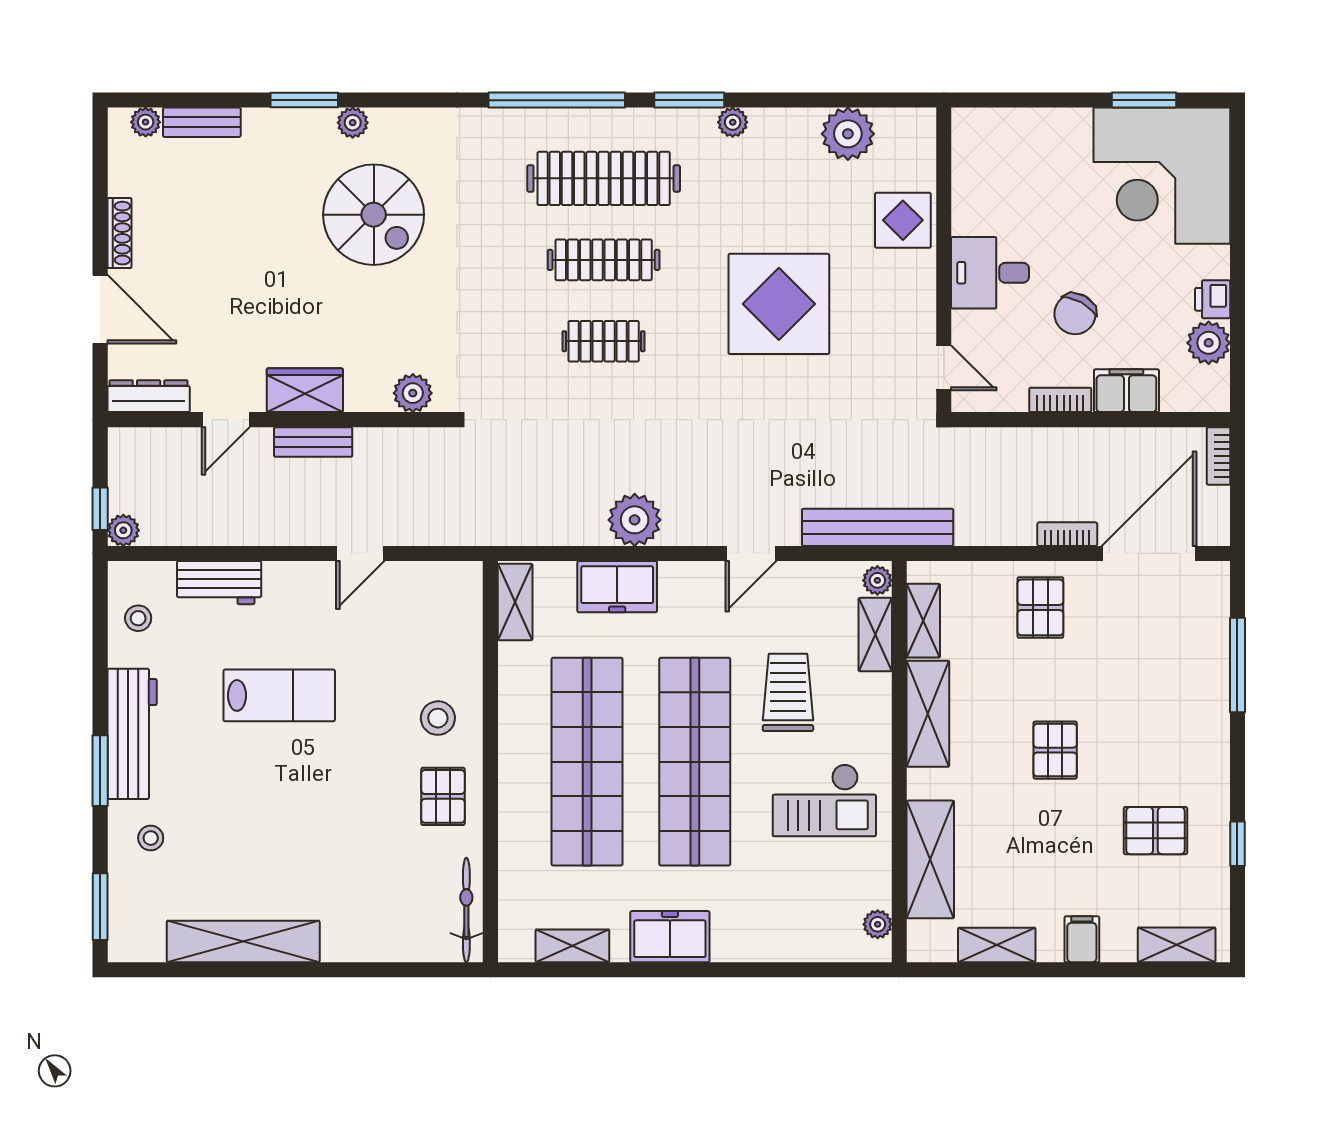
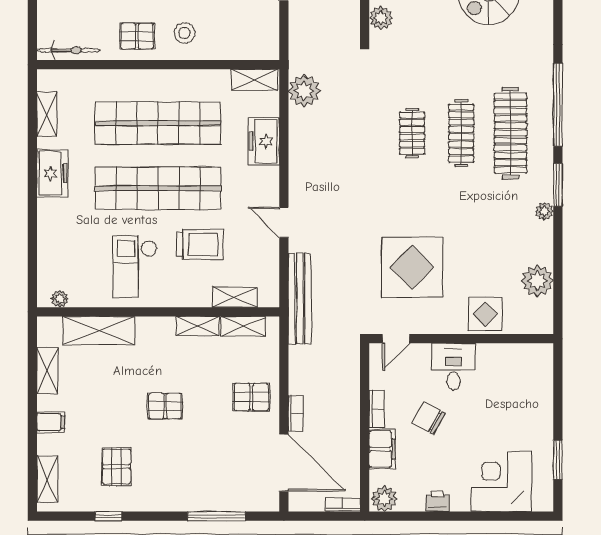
corner desk: (1162, 176) -> (501, 481), width x0.74, depth x0.74
display table: (779, 304) -> (412, 267), moved
plant: (1209, 343) -> (384, 499), moved
plant: (635, 520) -> (304, 91), moved
plant: (877, 580) -> (268, 299), removed
shelving: (928, 714) -> (198, 326), width x0.67, depth x0.75

